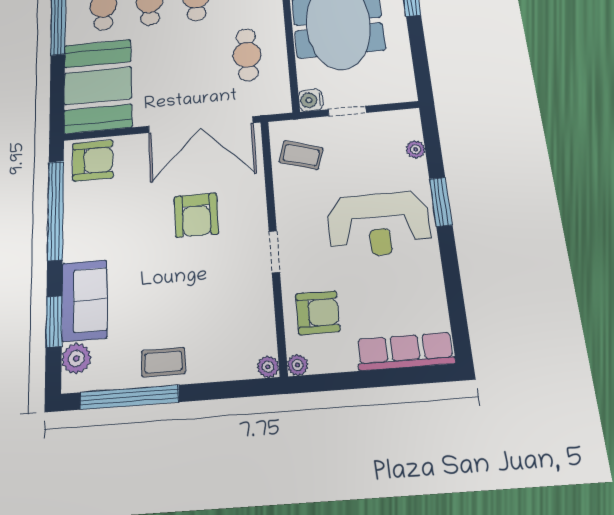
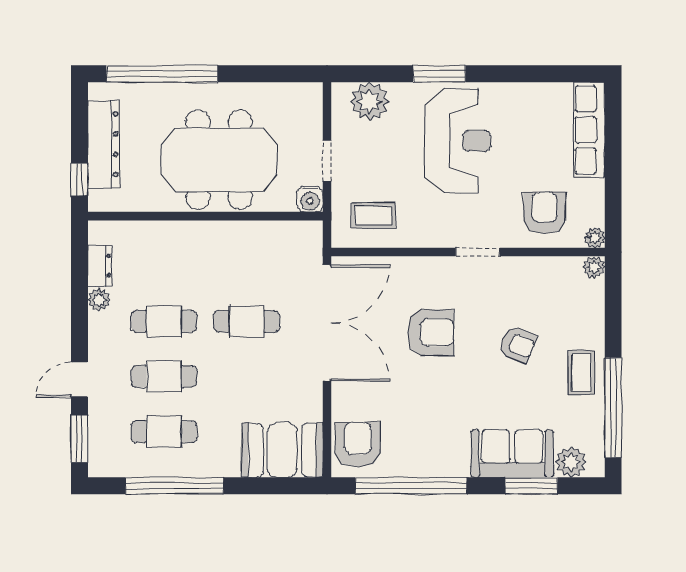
cafe table: (247, 55) -> (247, 321), moved
booth: (98, 86) -> (282, 450), width x0.73, depth x0.70
plant: (415, 149) -> (370, 101), width x1.87, depth x1.87
coffee table: (301, 155) -> (373, 215), turned 73
armchair: (188, 297) -> (518, 345), added

